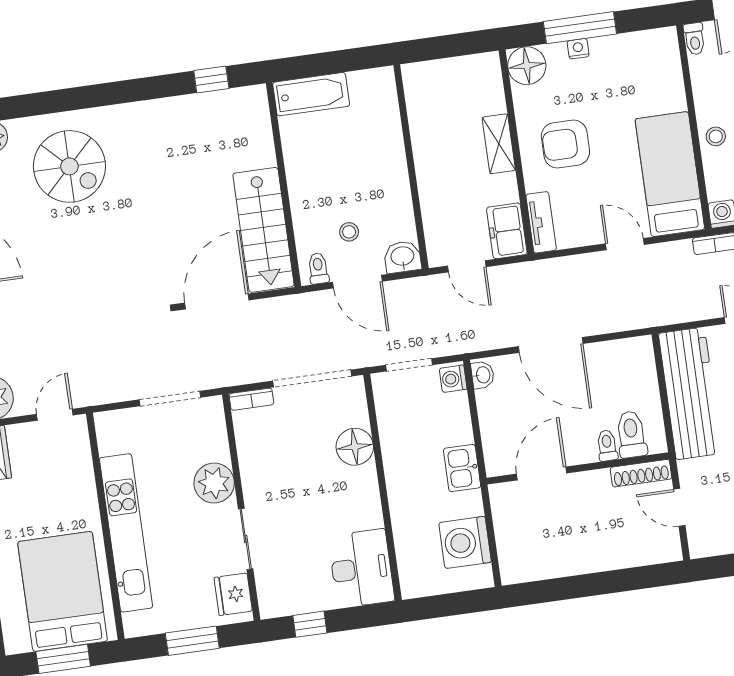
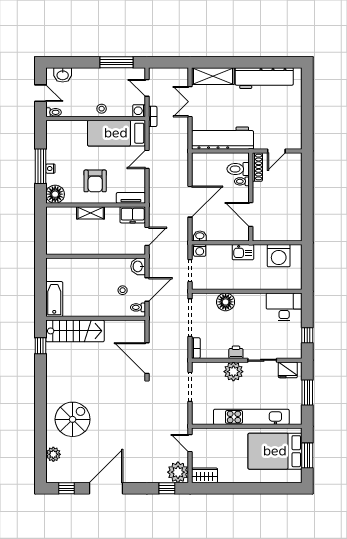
stairs: (264, 230) -> (75, 331), moved
printer: (254, 483) -> (236, 352), added

